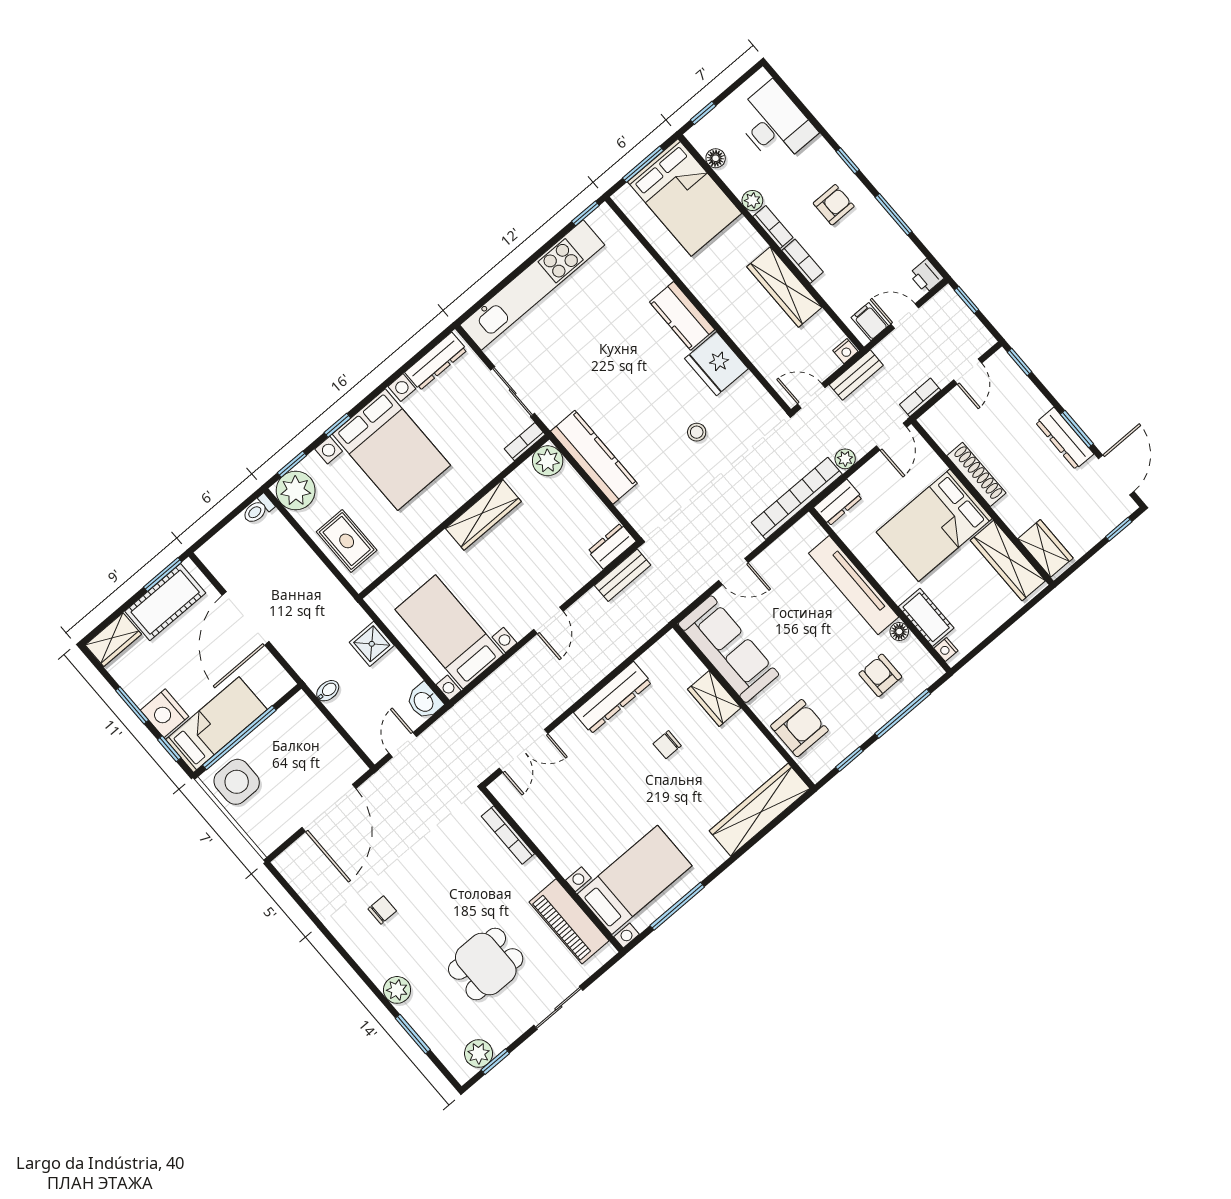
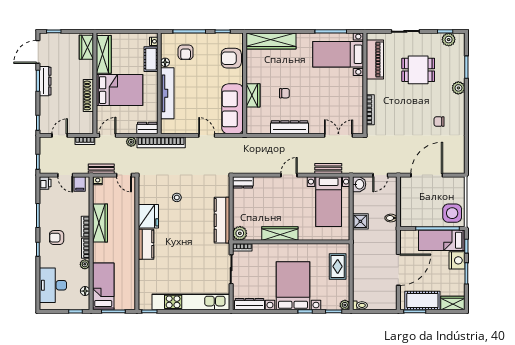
bed: (685, 197) -> (103, 286), width x0.67
plant: (296, 491) -> (345, 305), width x0.53, depth x0.53
bench: (623, 575) -> (328, 169), moved

